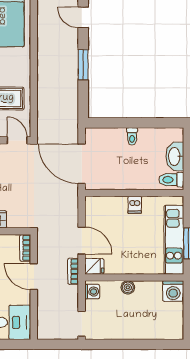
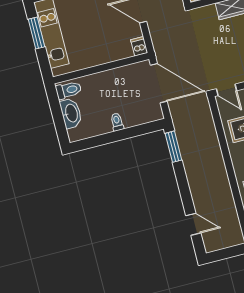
window: (83, 65) -> (173, 147), moved
dishwasher: (135, 205) -> (139, 46), moved

